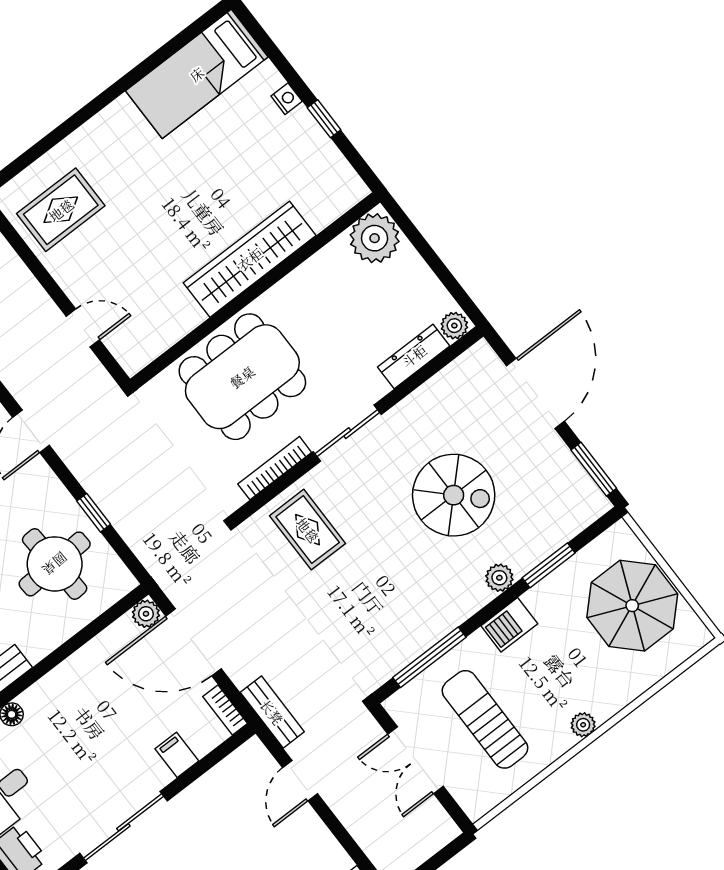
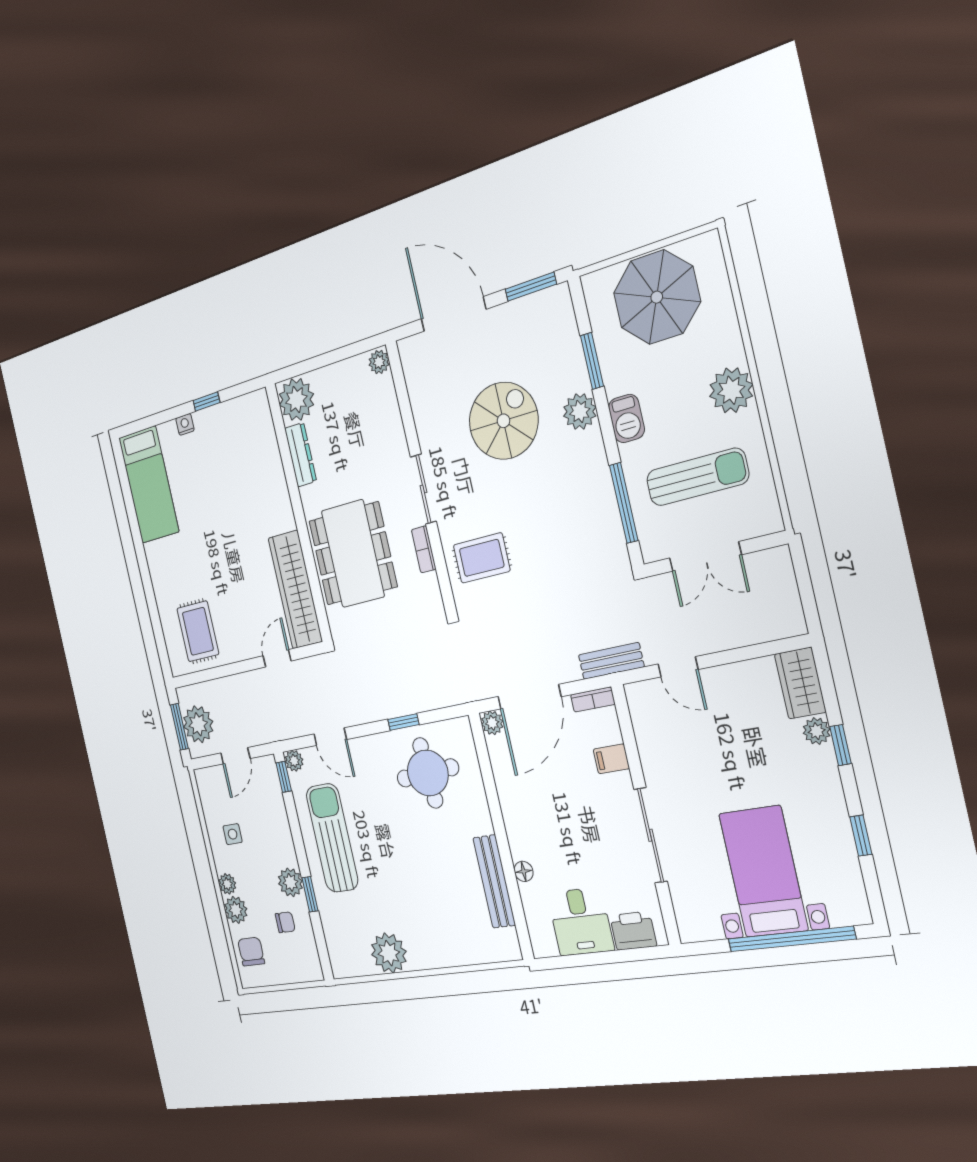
wardrobe: (250, 259) -> (295, 590), moved
dresser: (414, 356) -> (301, 455), moved, turned 180
bookcase: (275, 468) -> (424, 549), width x0.64
plant: (499, 578) -> (580, 411), width x1.38, depth x1.38
sun lounger: (485, 719) -> (697, 477), turned 180
plant: (583, 725) -> (731, 390), width x1.87, depth x1.87

